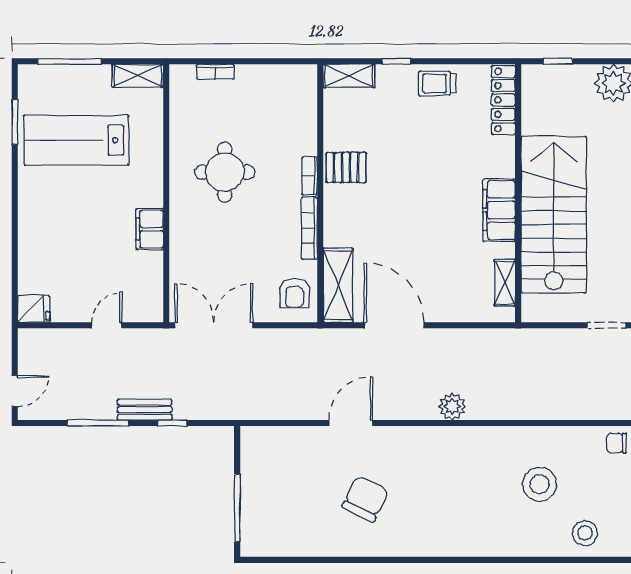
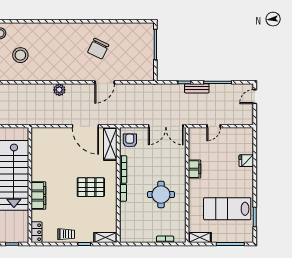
locker: (503, 100) -> (36, 232), width x0.66
lab bench: (76, 140) -> (227, 209), turned 180
pallet: (346, 167) -> (91, 187), moved, width x1.50, depth x1.42
filing cabinet: (499, 210) -> (38, 196), moved
shelving: (505, 283) -> (36, 145), removed
fridge: (34, 309) -> (246, 161), moved

